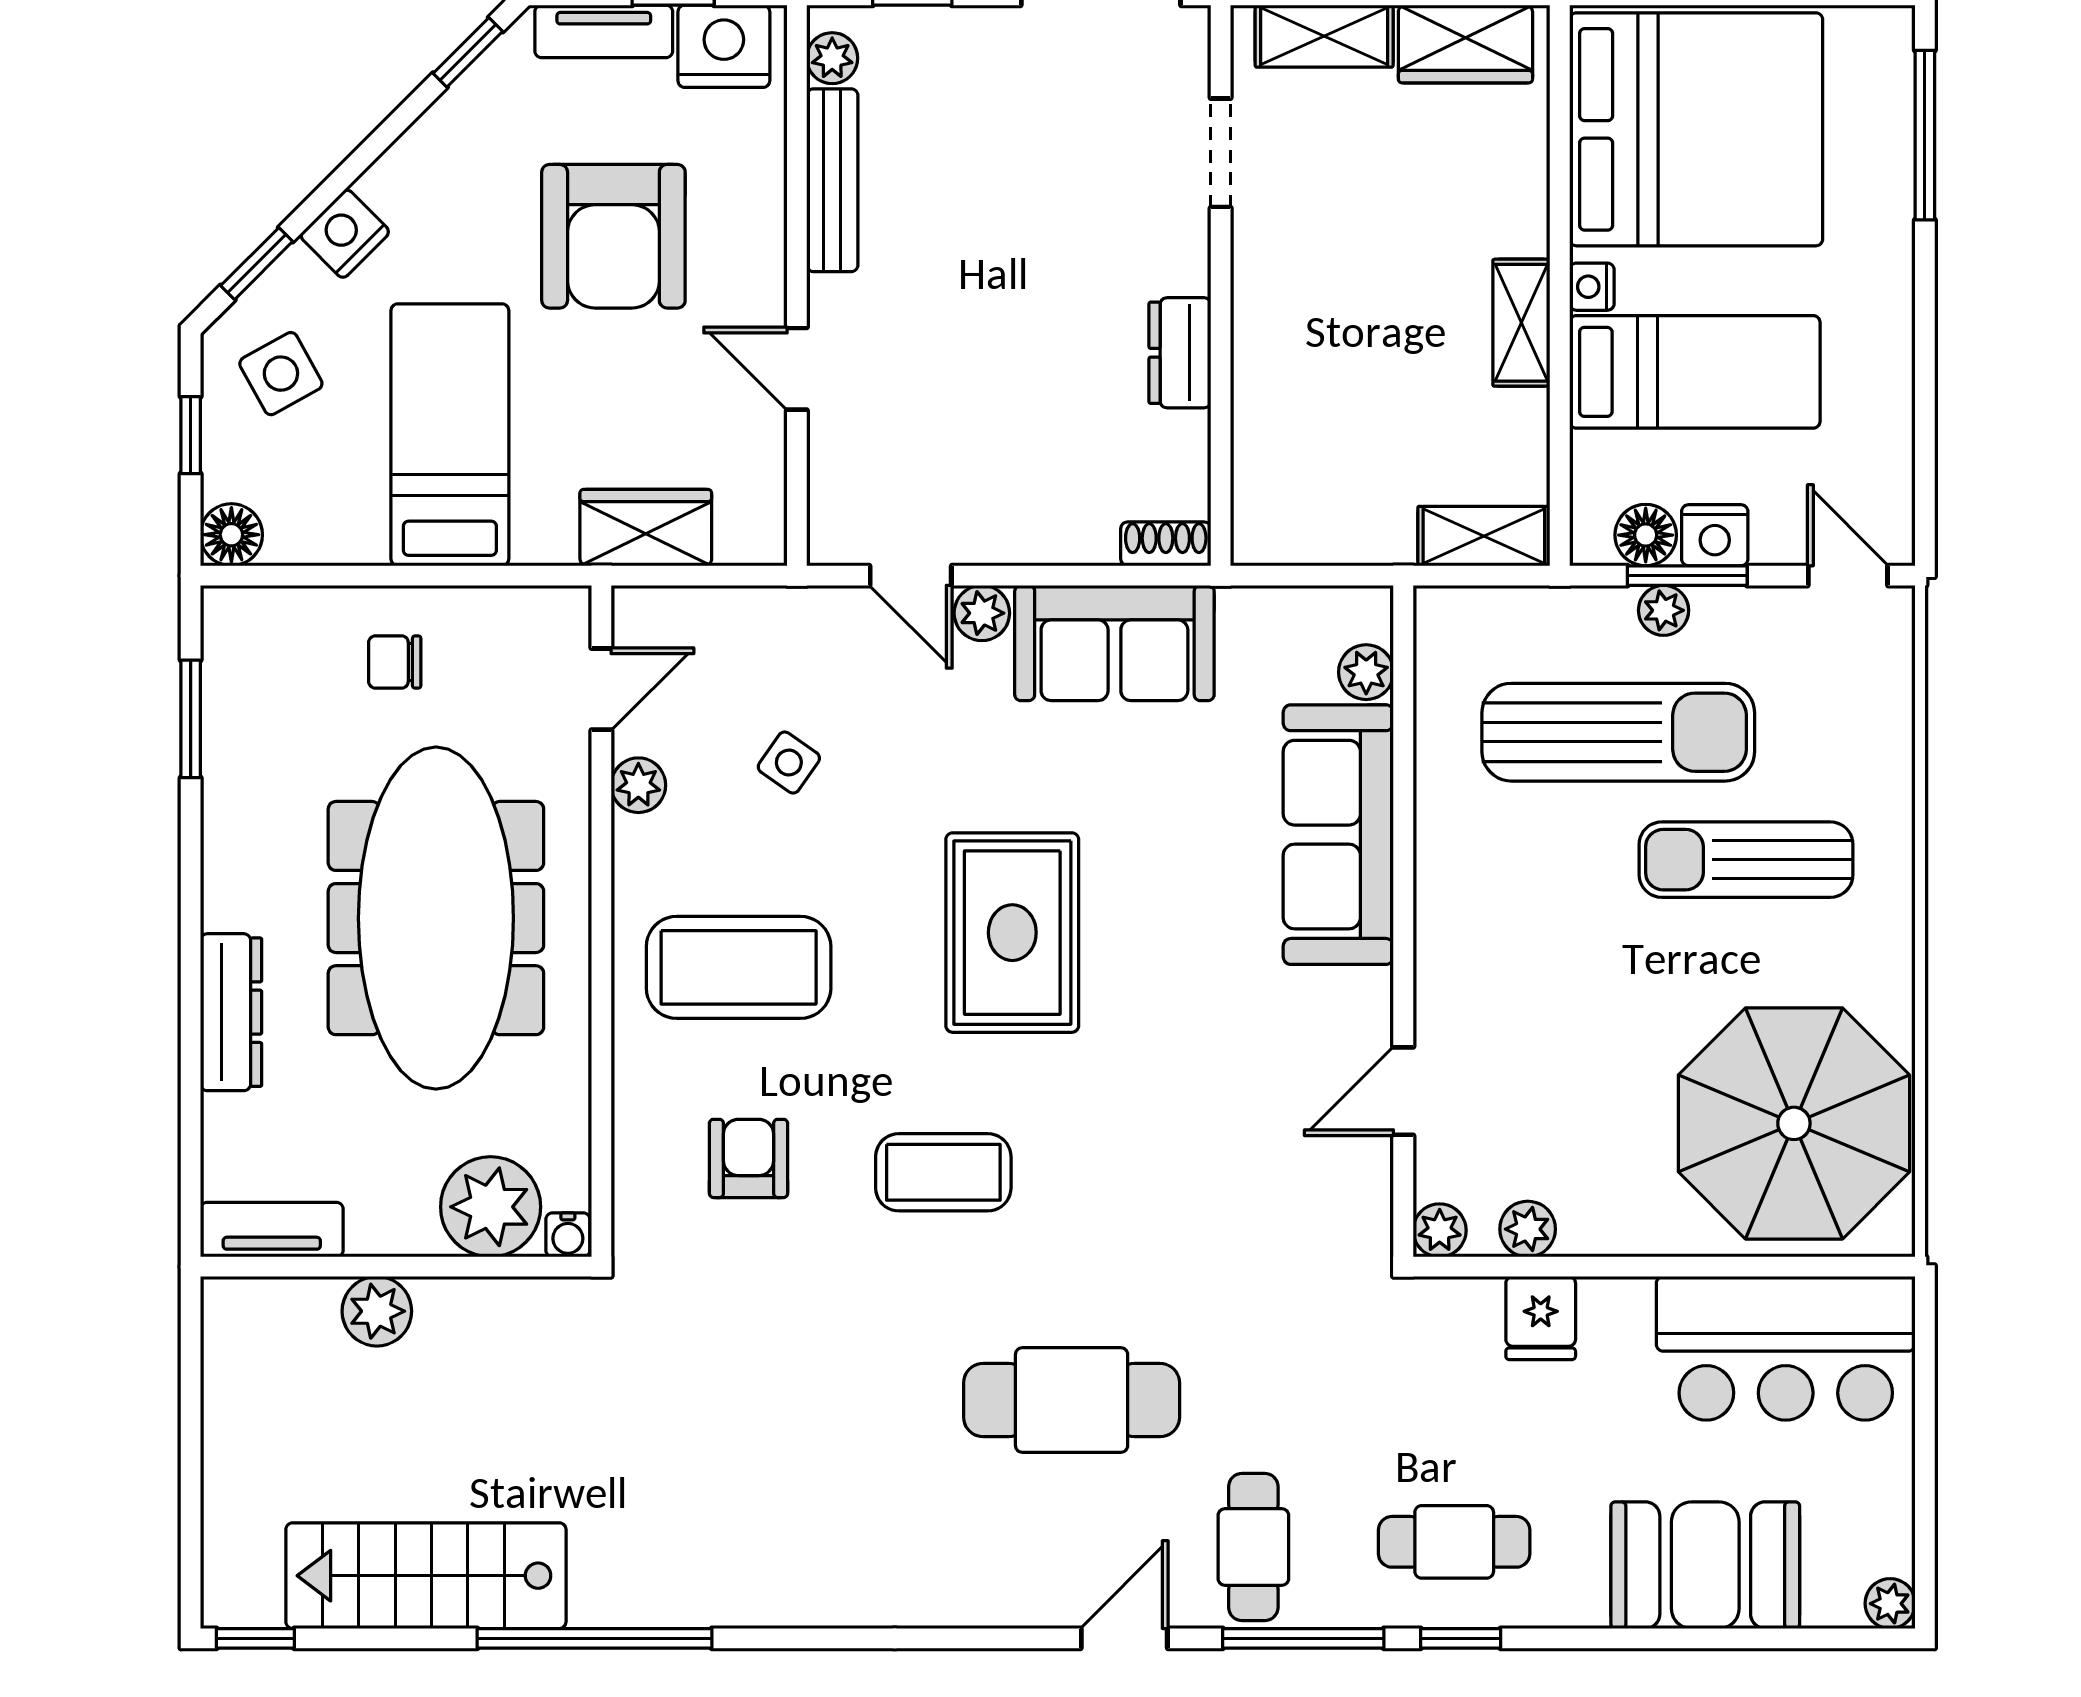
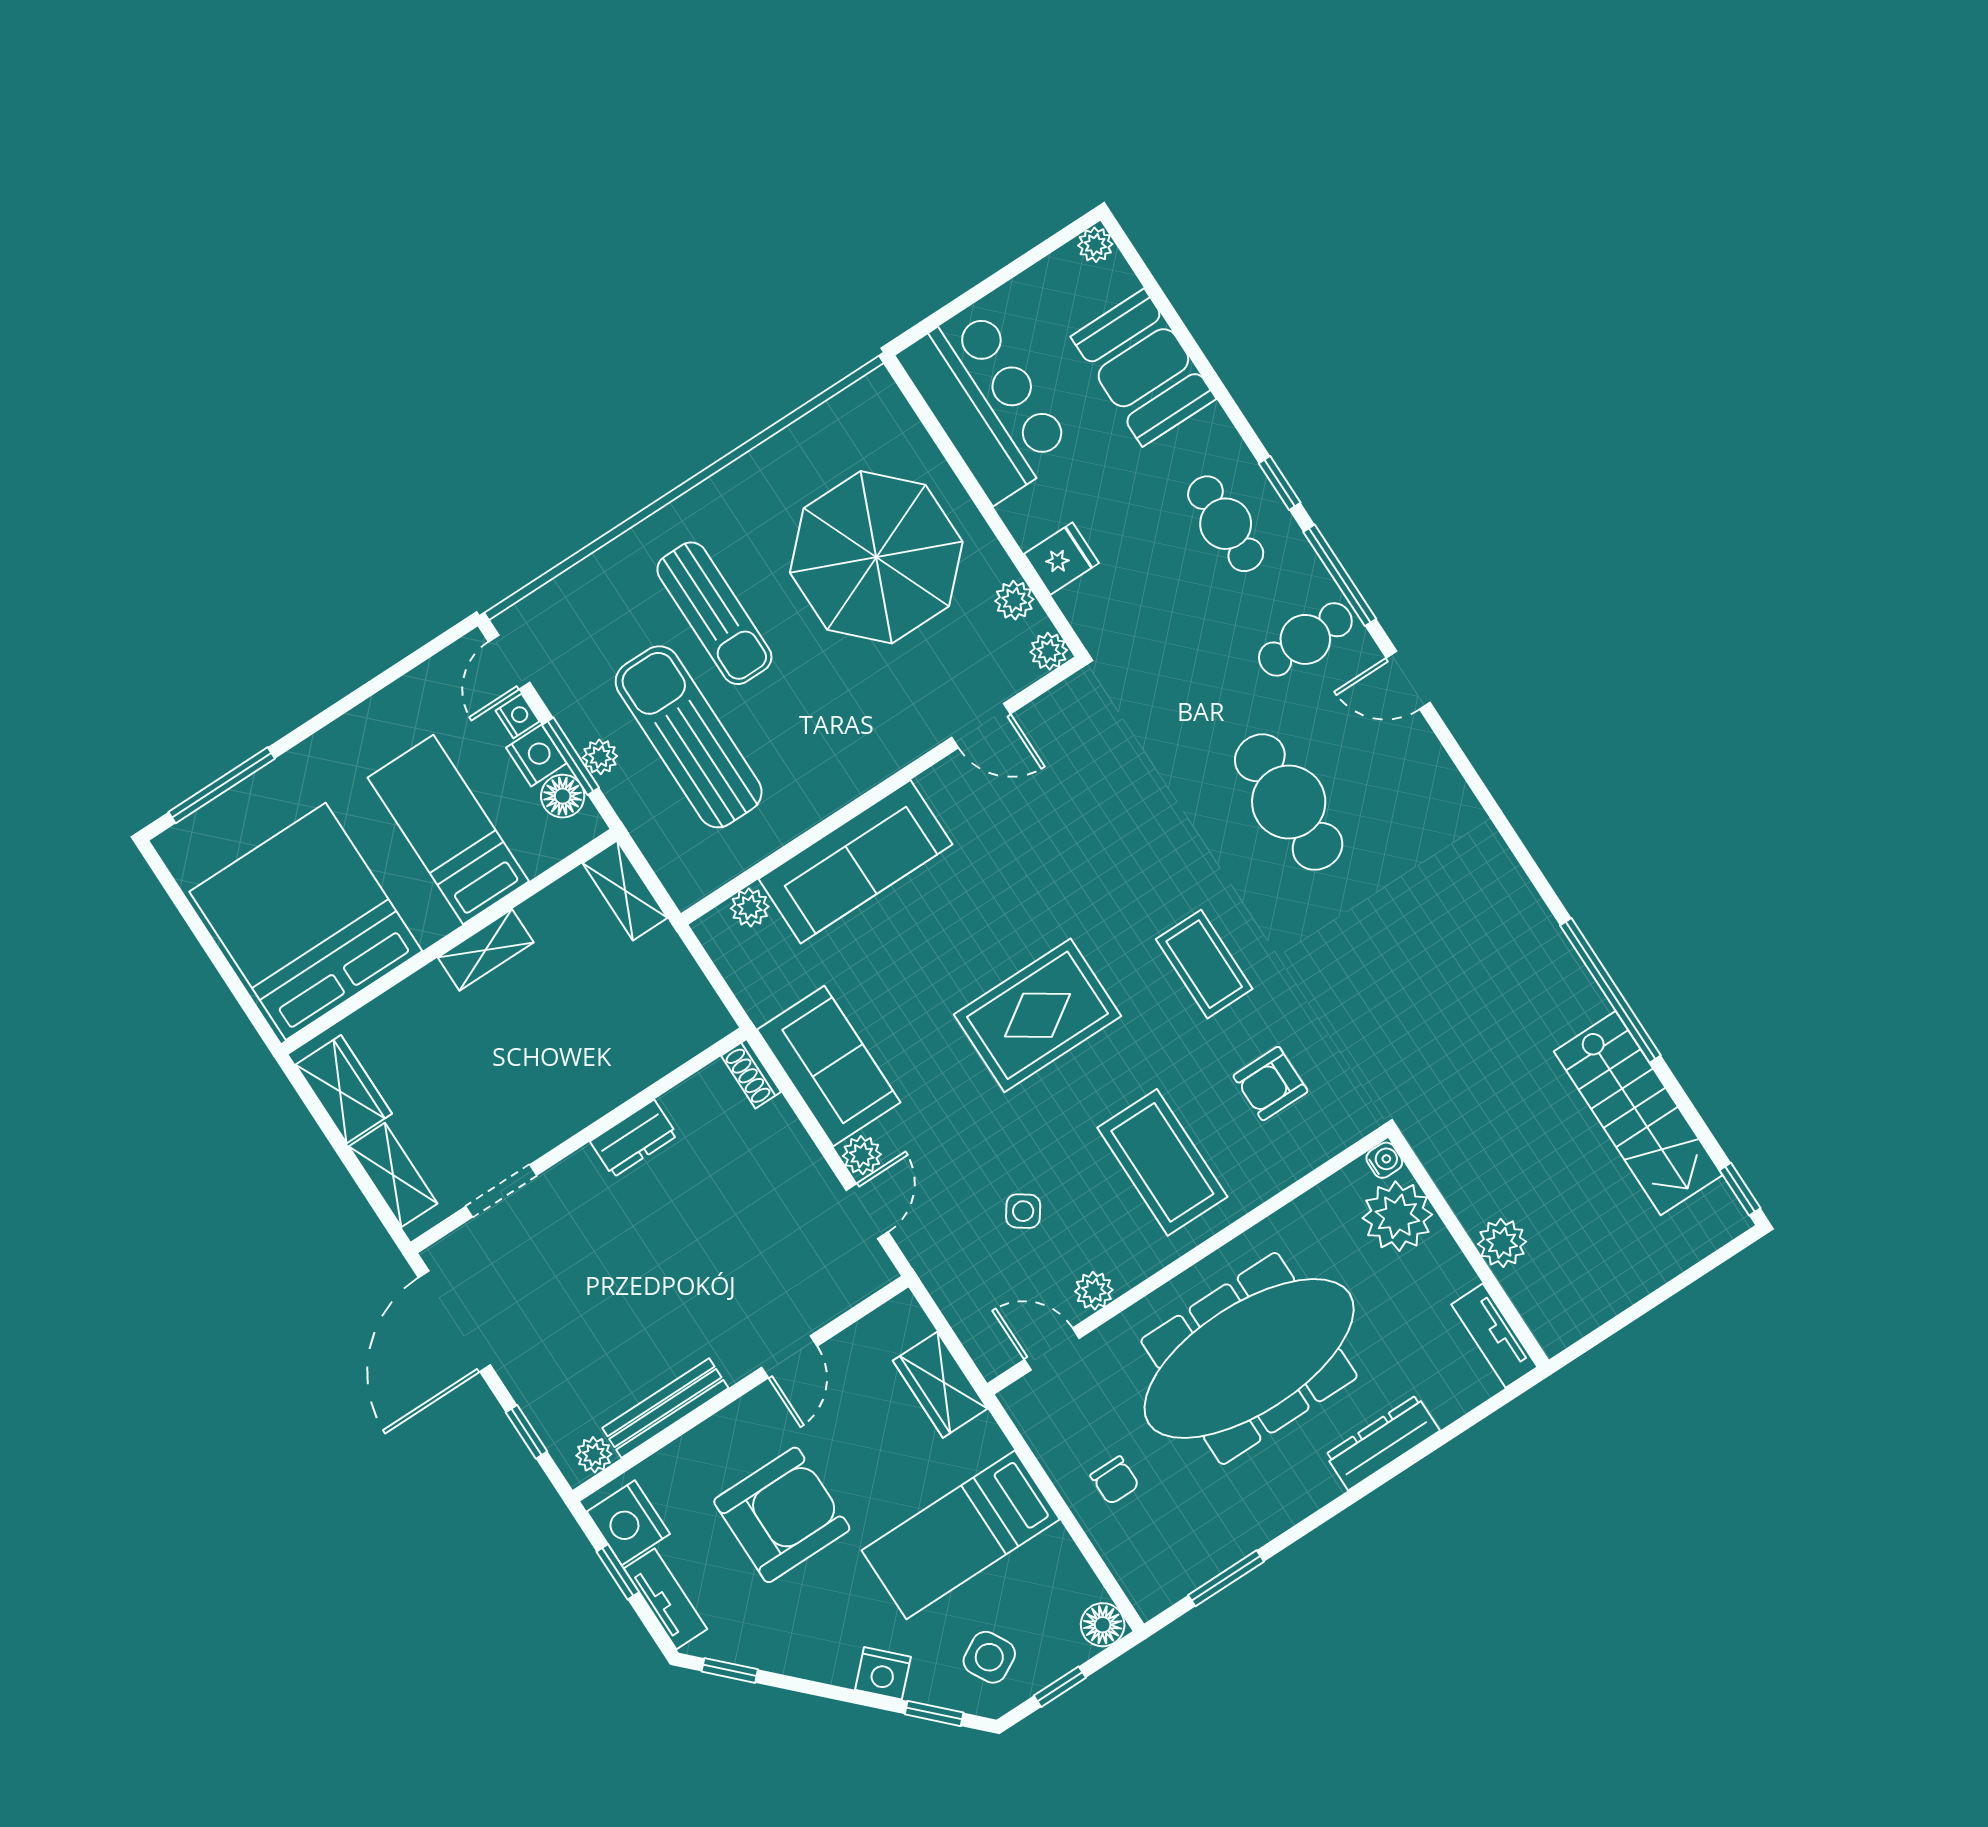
nightstand: (1592, 287) -> (518, 716), moved, turned -90
parasol: (1794, 1123) -> (876, 557), moved

